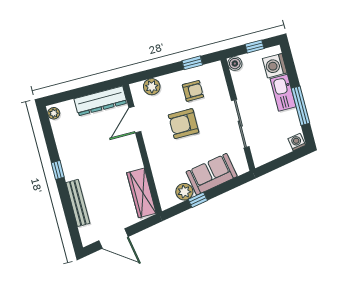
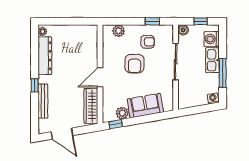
dresser: (101, 101) -> (45, 56), moved, turned -90
door: (135, 120) -> (100, 77), moved
armchair: (183, 124) -> (135, 64), turned -90
sliding door: (240, 124) -> (176, 62), moved
window: (58, 170) -> (35, 85), moved
window: (198, 200) -> (116, 124), moved

